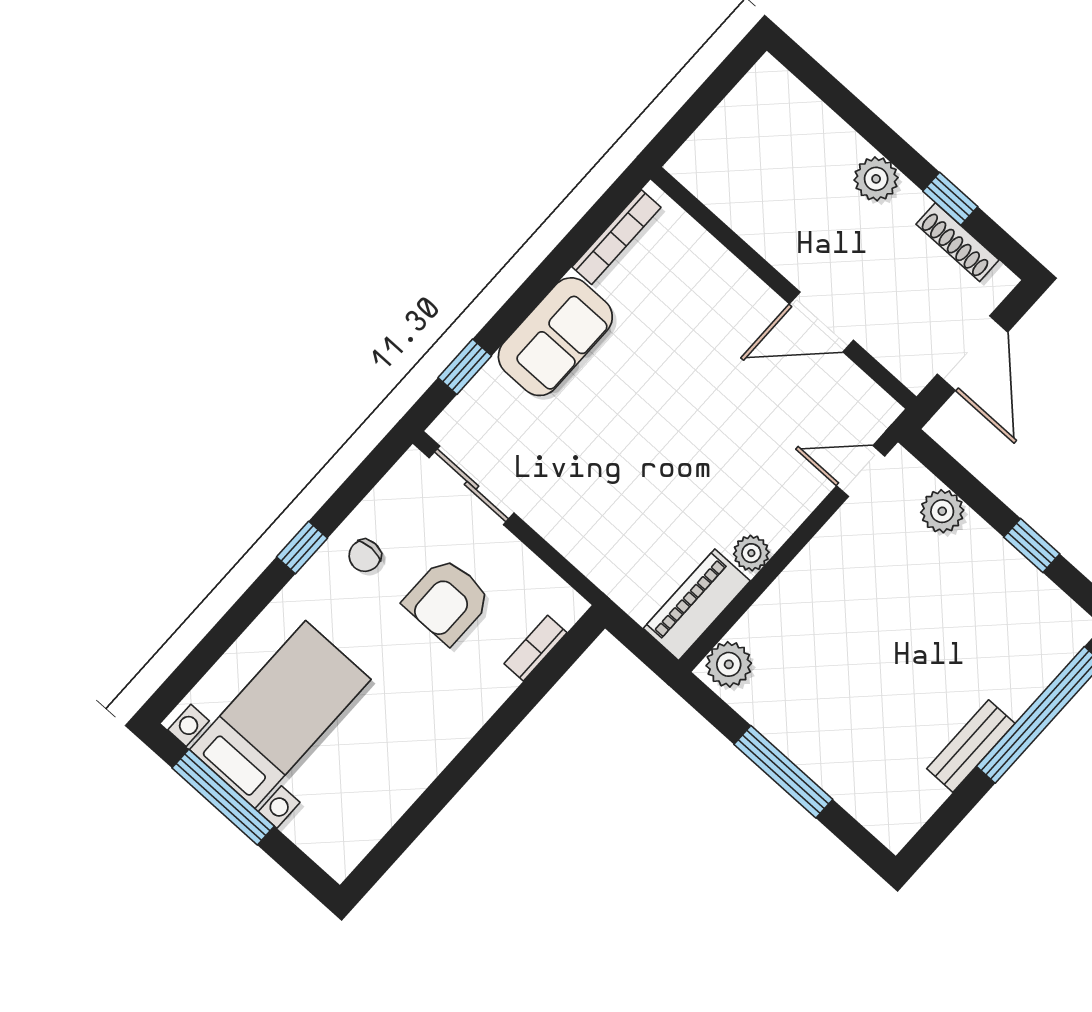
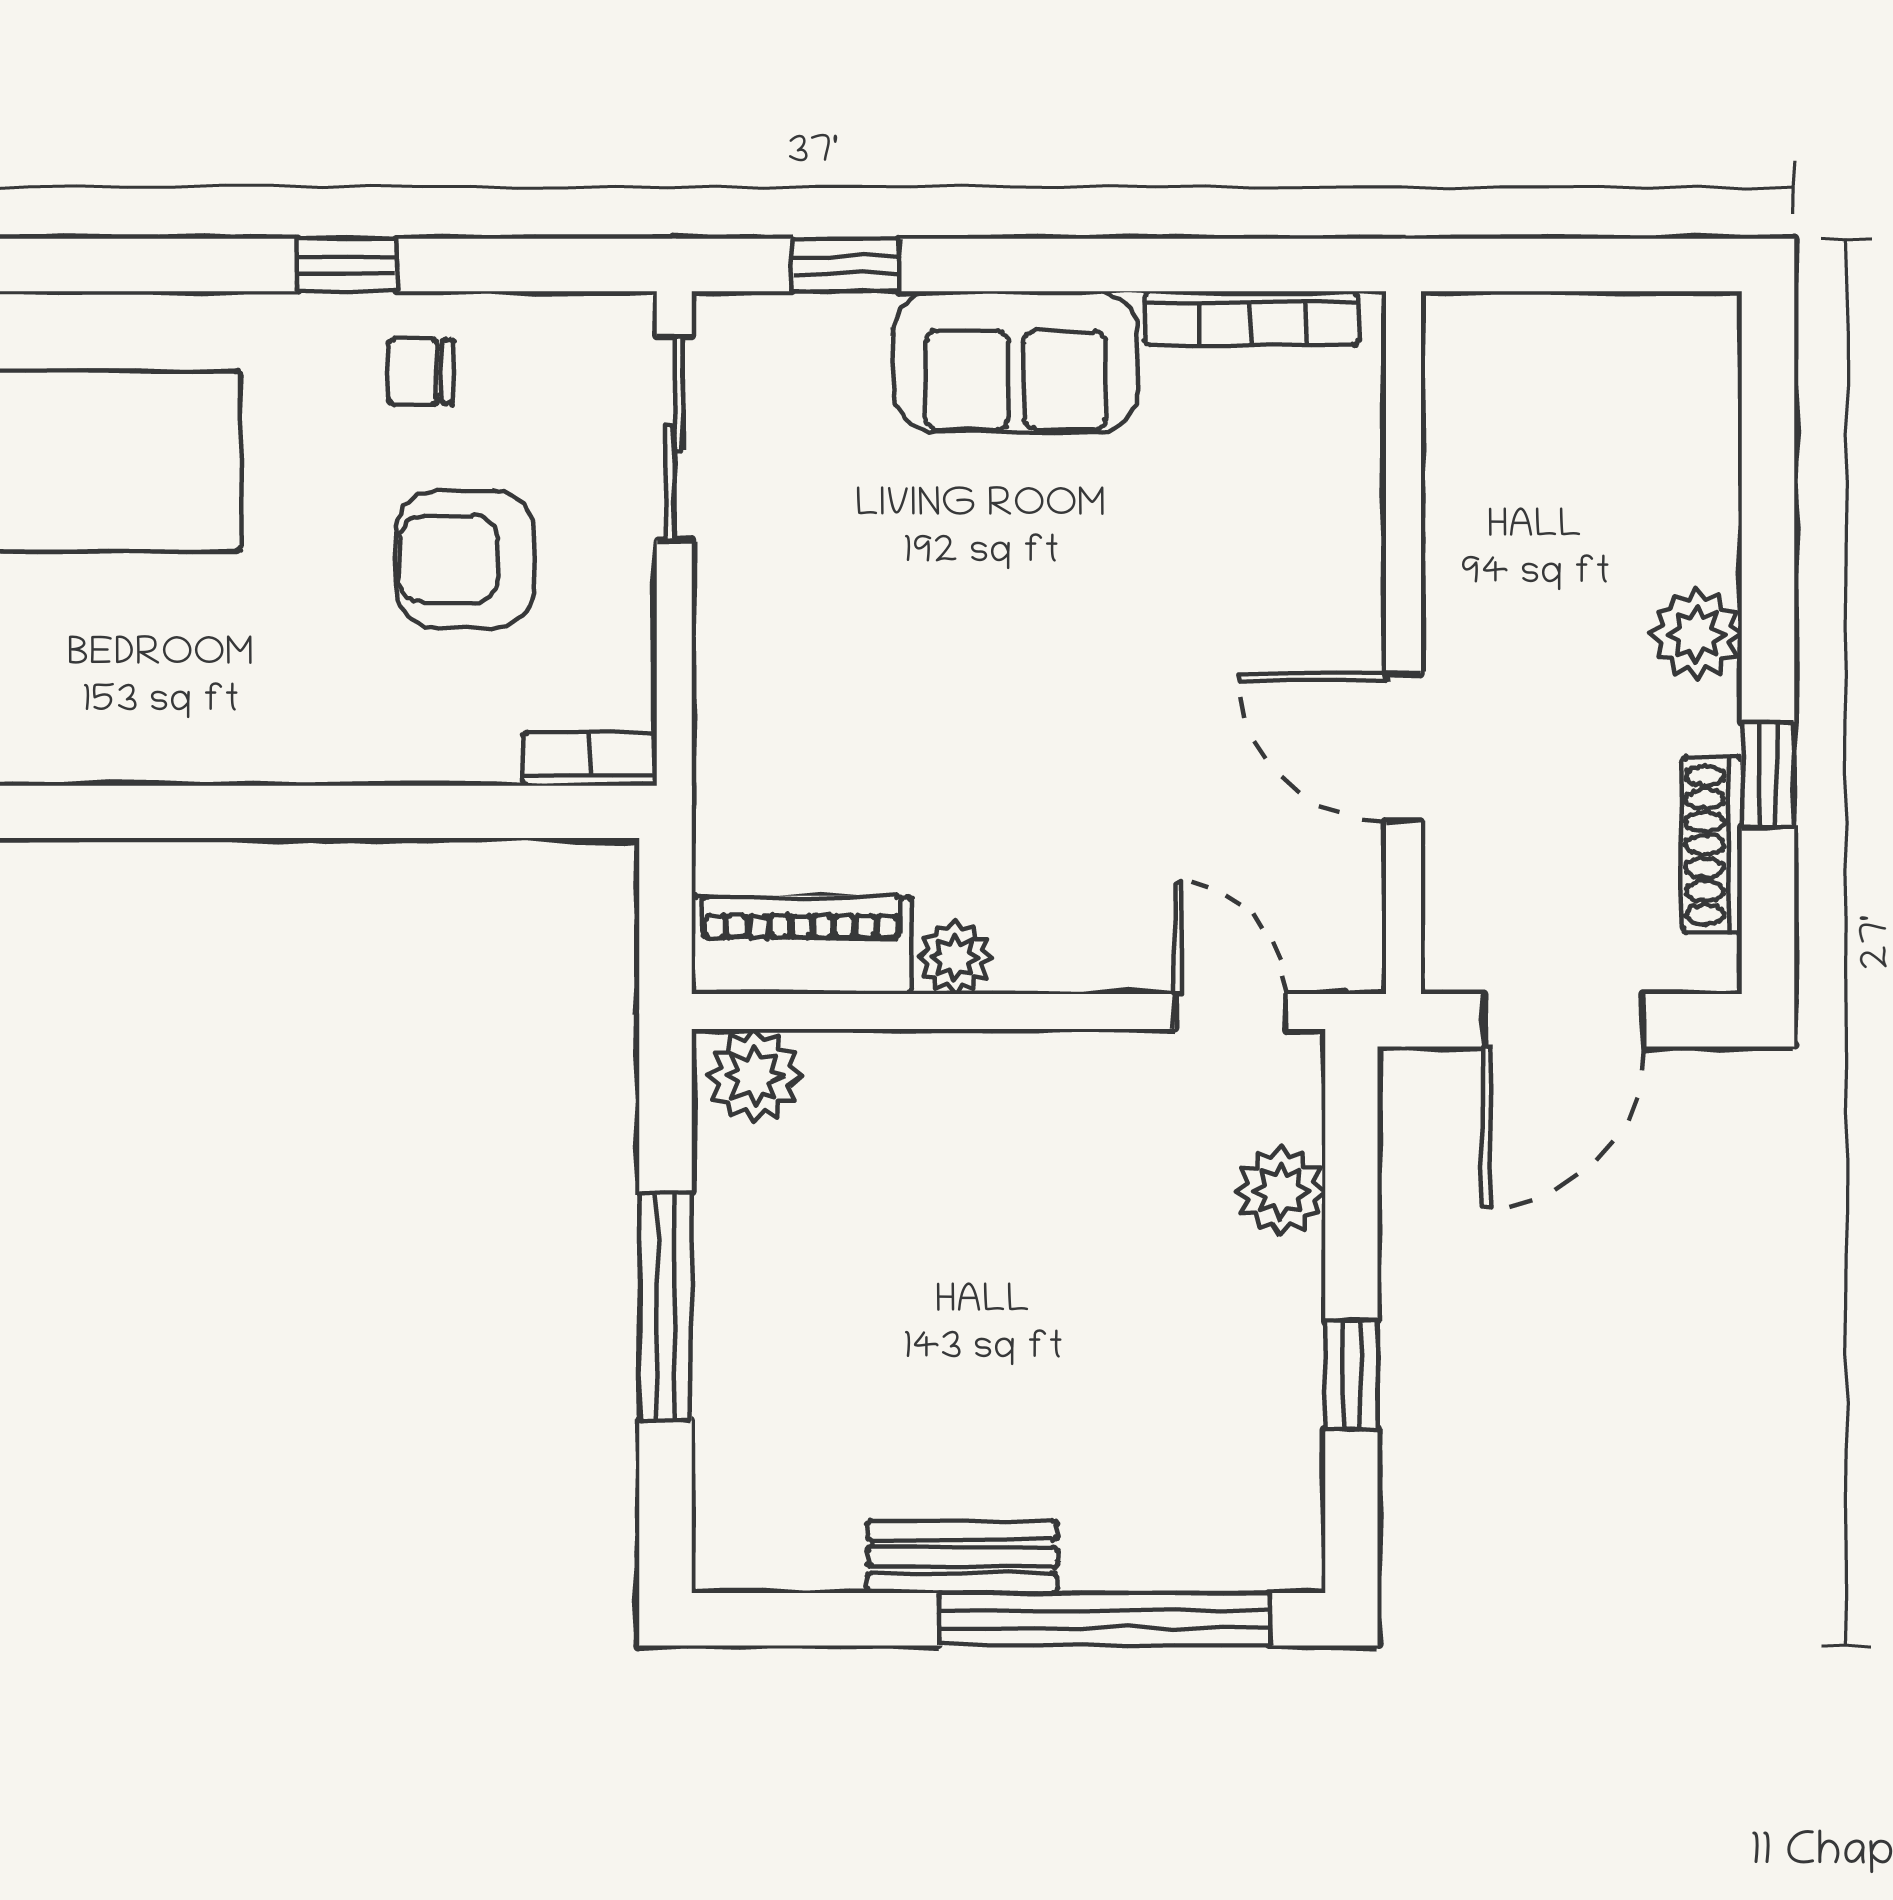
bookcase: (536, 648) -> (590, 759), moved

